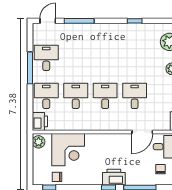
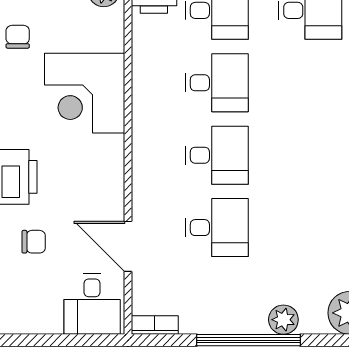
corner desk: (68, 150) -> (85, 93), moved
chair: (161, 169) -> (34, 242), moved

